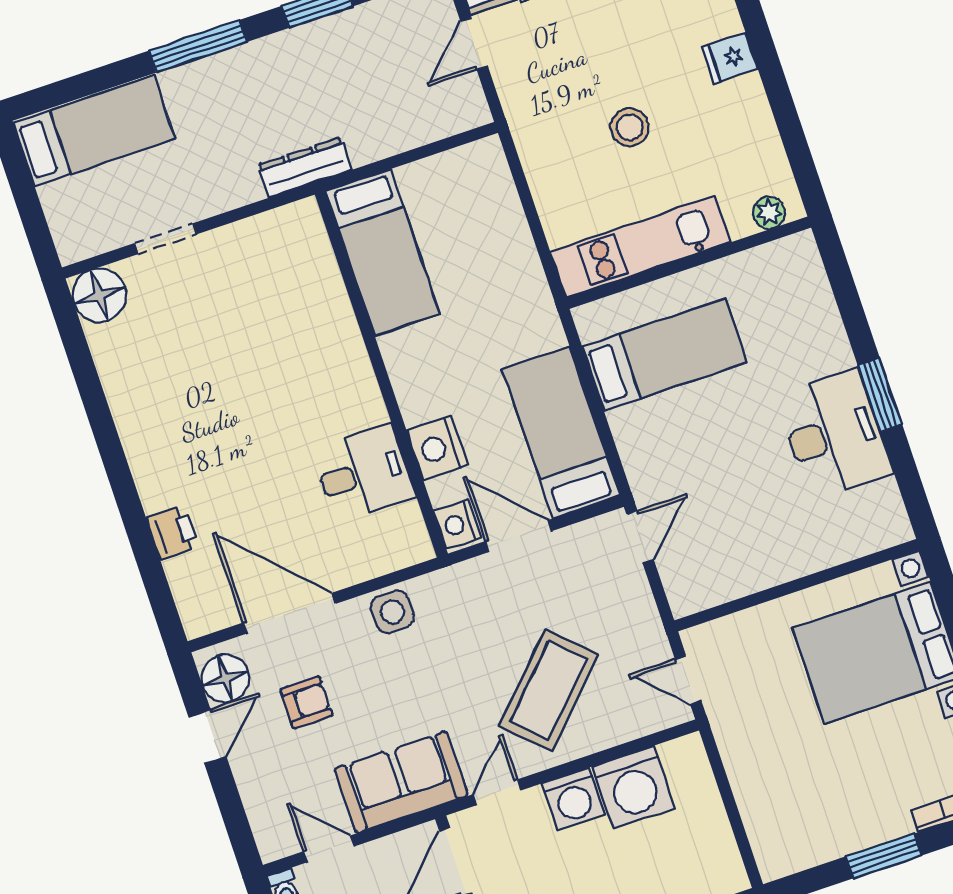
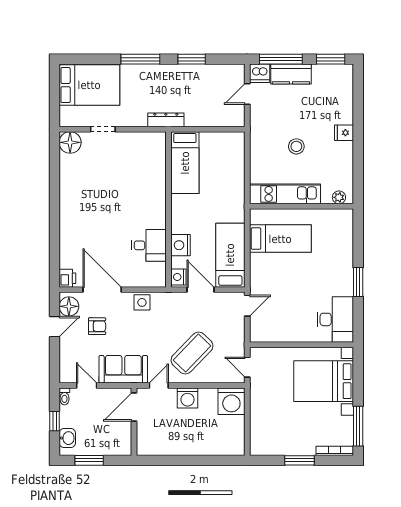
bed: (94, 131) -> (89, 85), width x1.50
desk: (834, 434) -> (335, 319), moved
printer: (172, 532) -> (67, 278), moved
washing machine: (634, 787) -> (231, 401), moved

